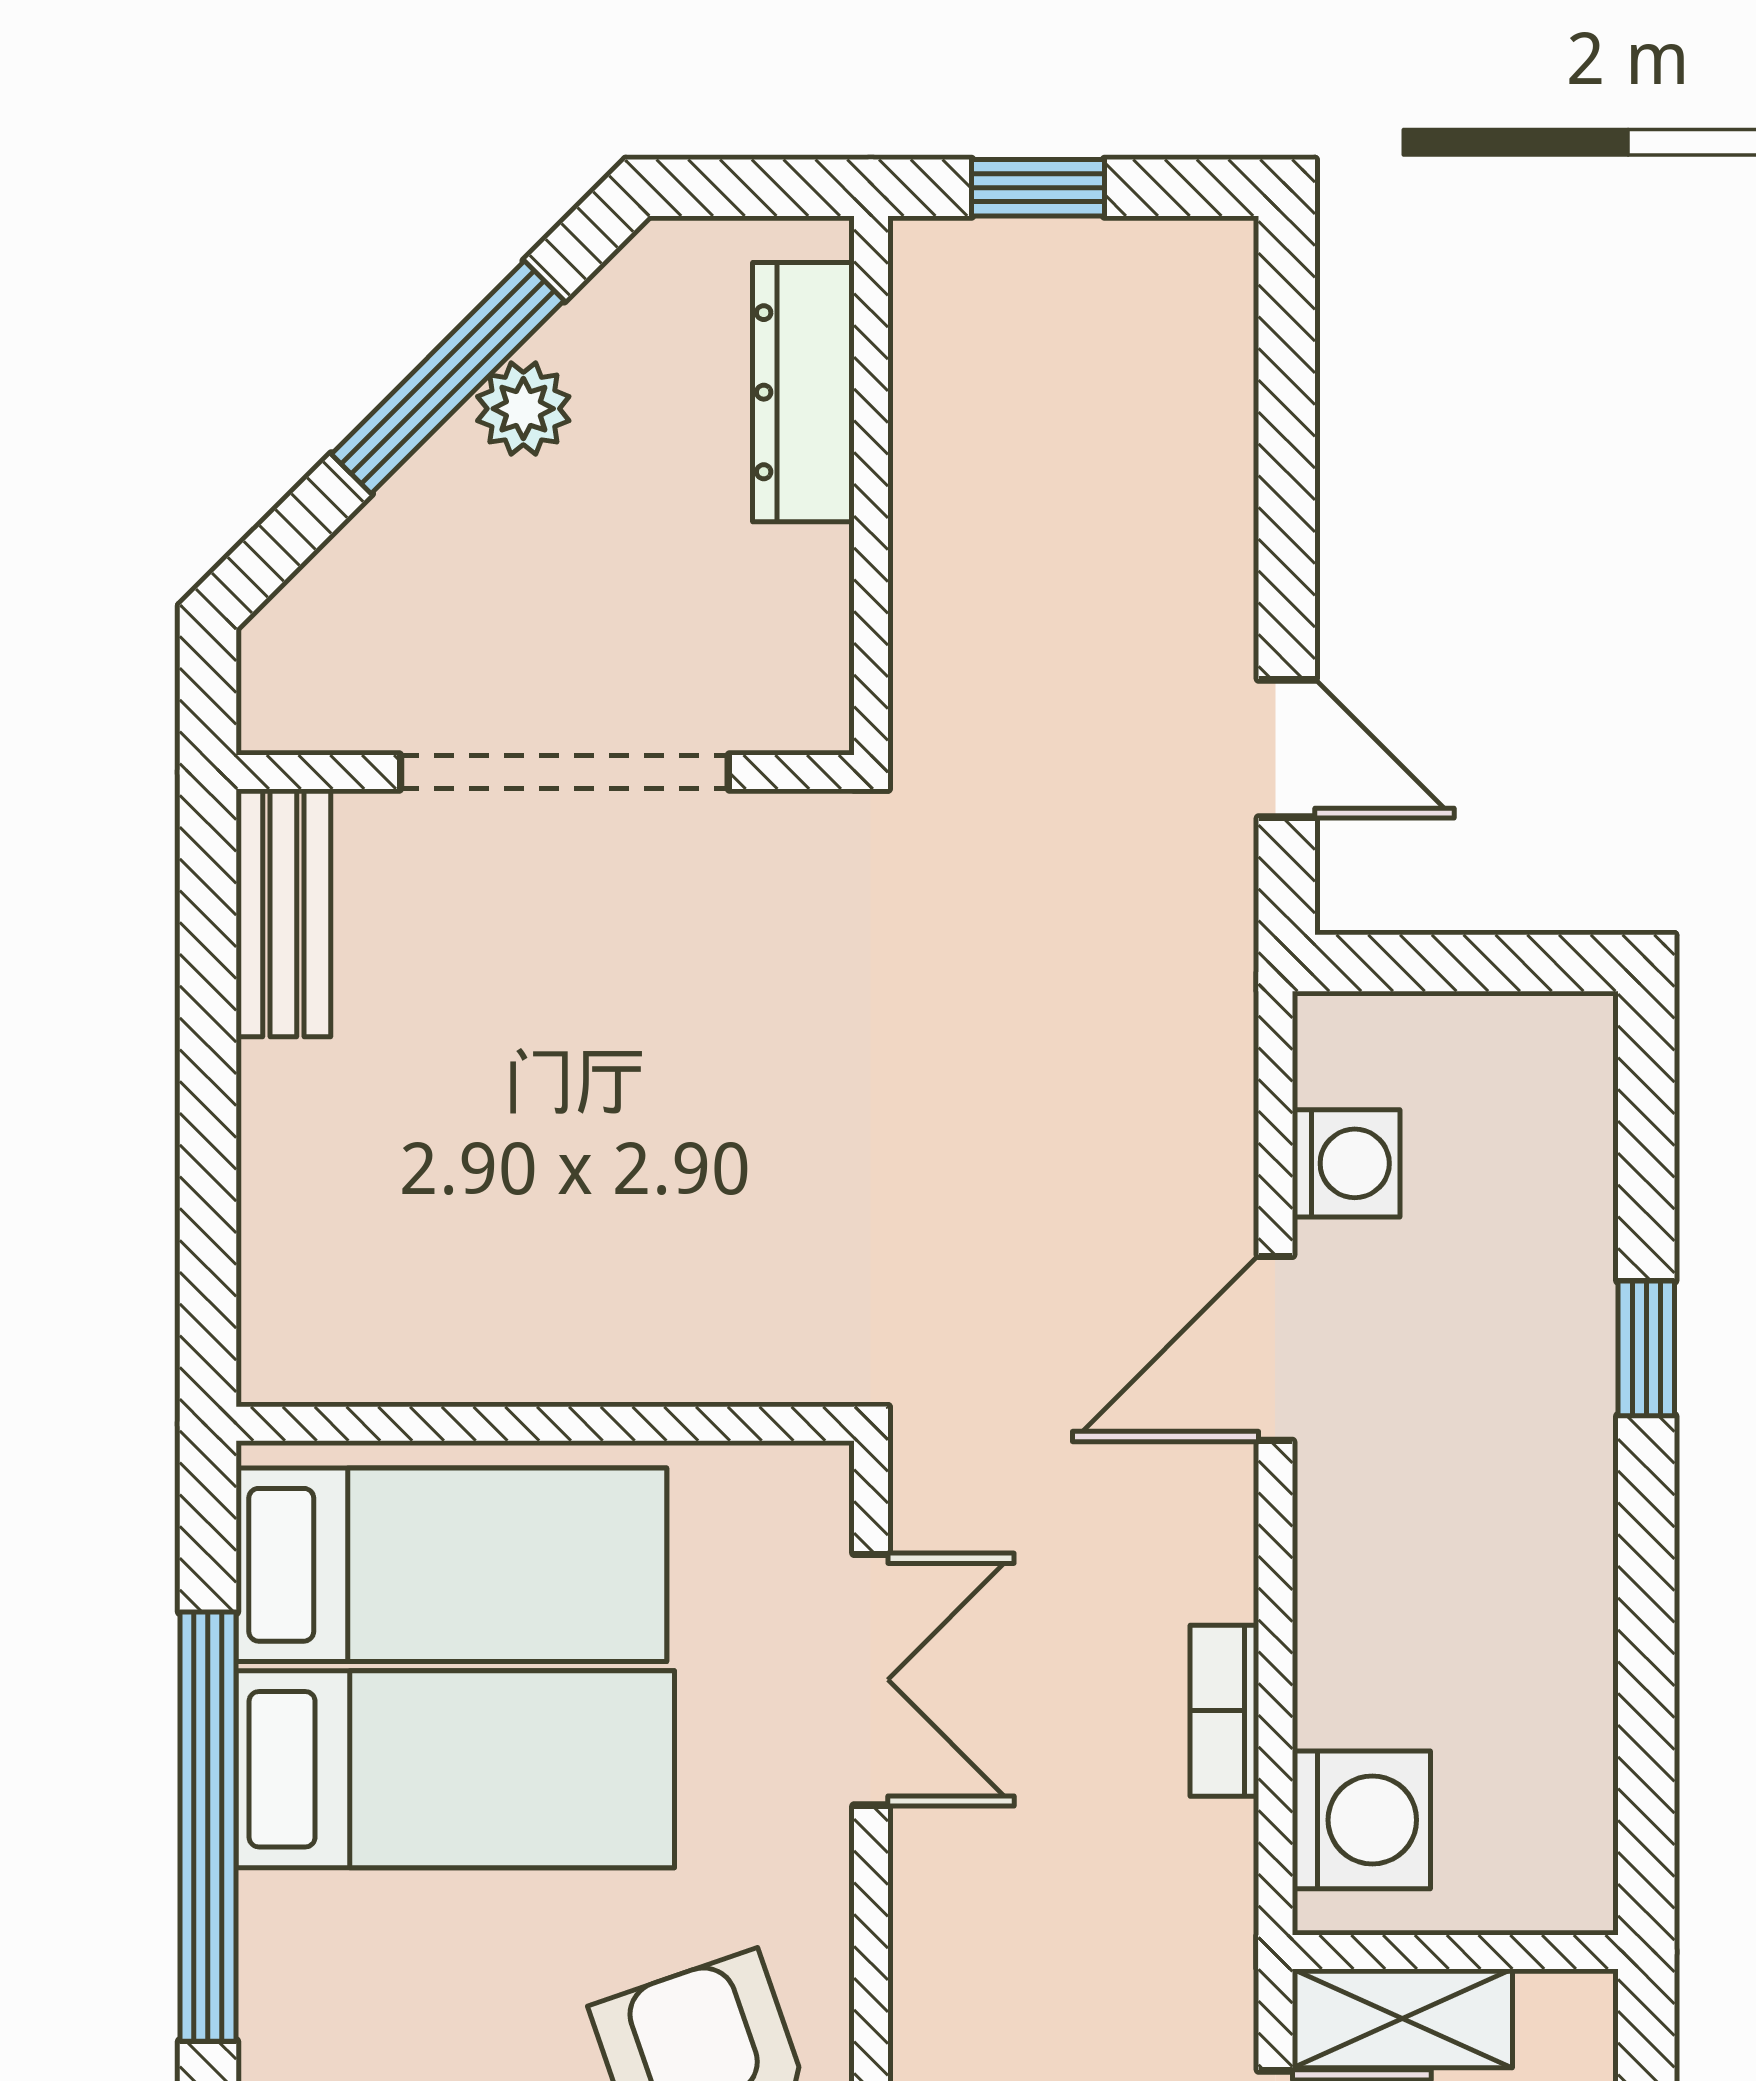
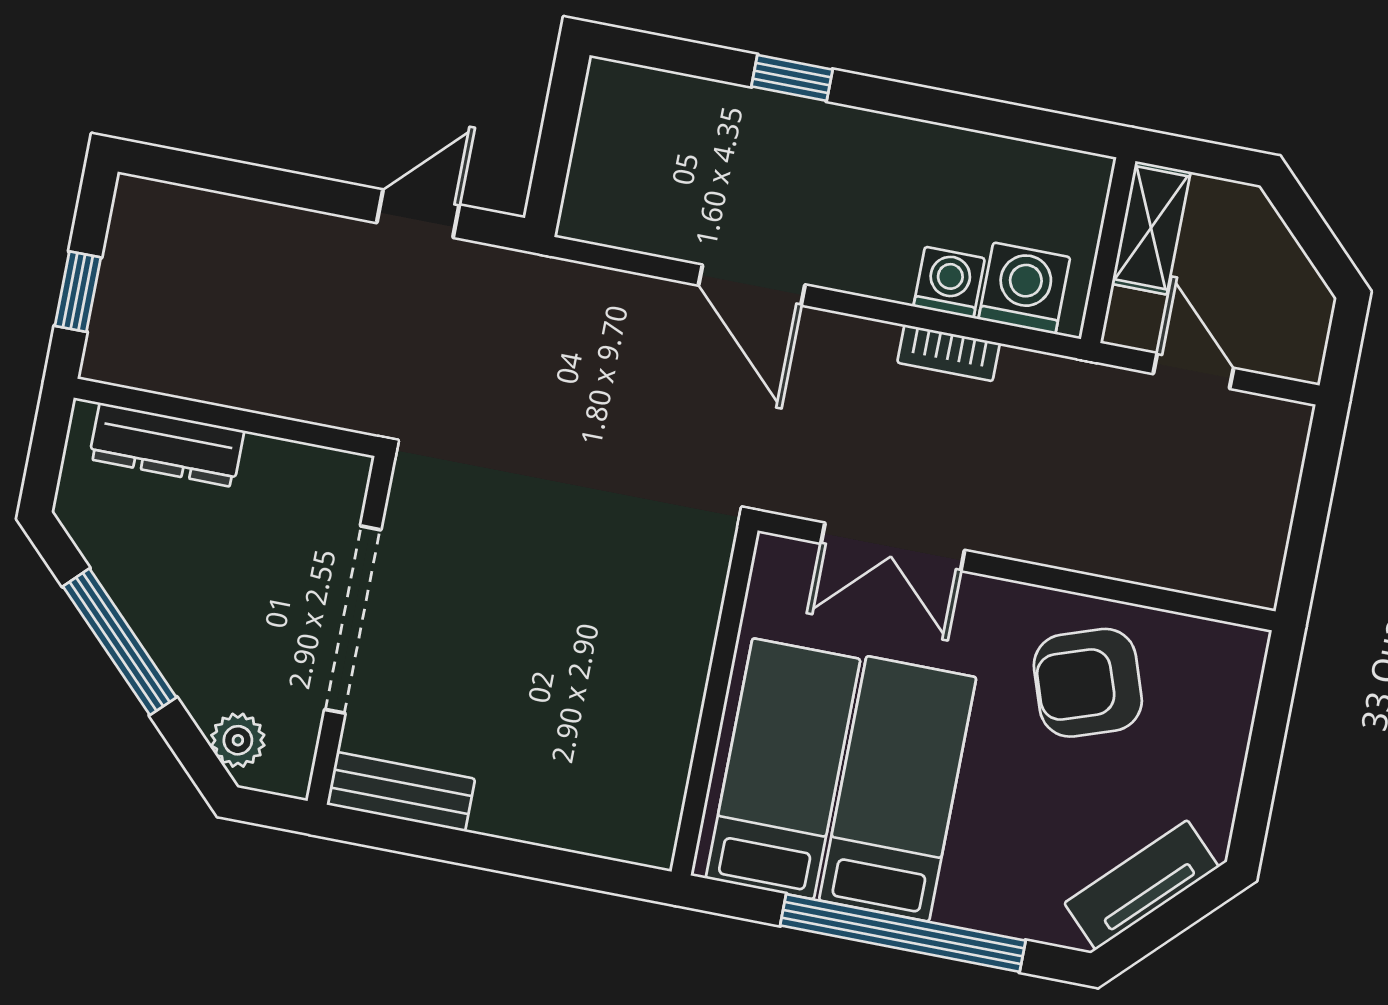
plant: (523, 409) -> (238, 740), moved
washing machine: (1346, 1163) -> (949, 282), moved
double door: (871, 1680) -> (893, 547), swing flipped
shelving: (1402, 2018) -> (1151, 228), moved

